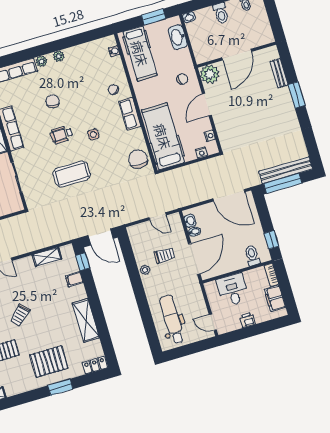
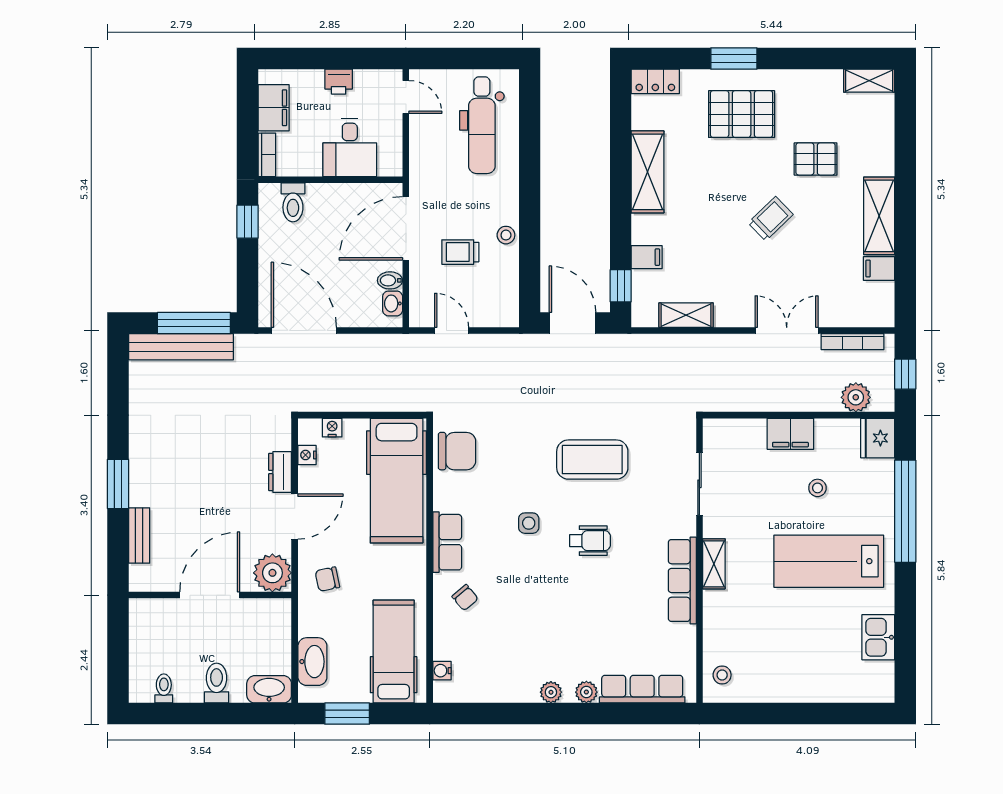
washbasin: (189, 17) -> (269, 689), width x1.91, depth x1.45
chair: (53, 101) -> (588, 609), removed
dresser: (220, 124) -> (280, 472), added
chair: (138, 159) -> (457, 451), turned -90

